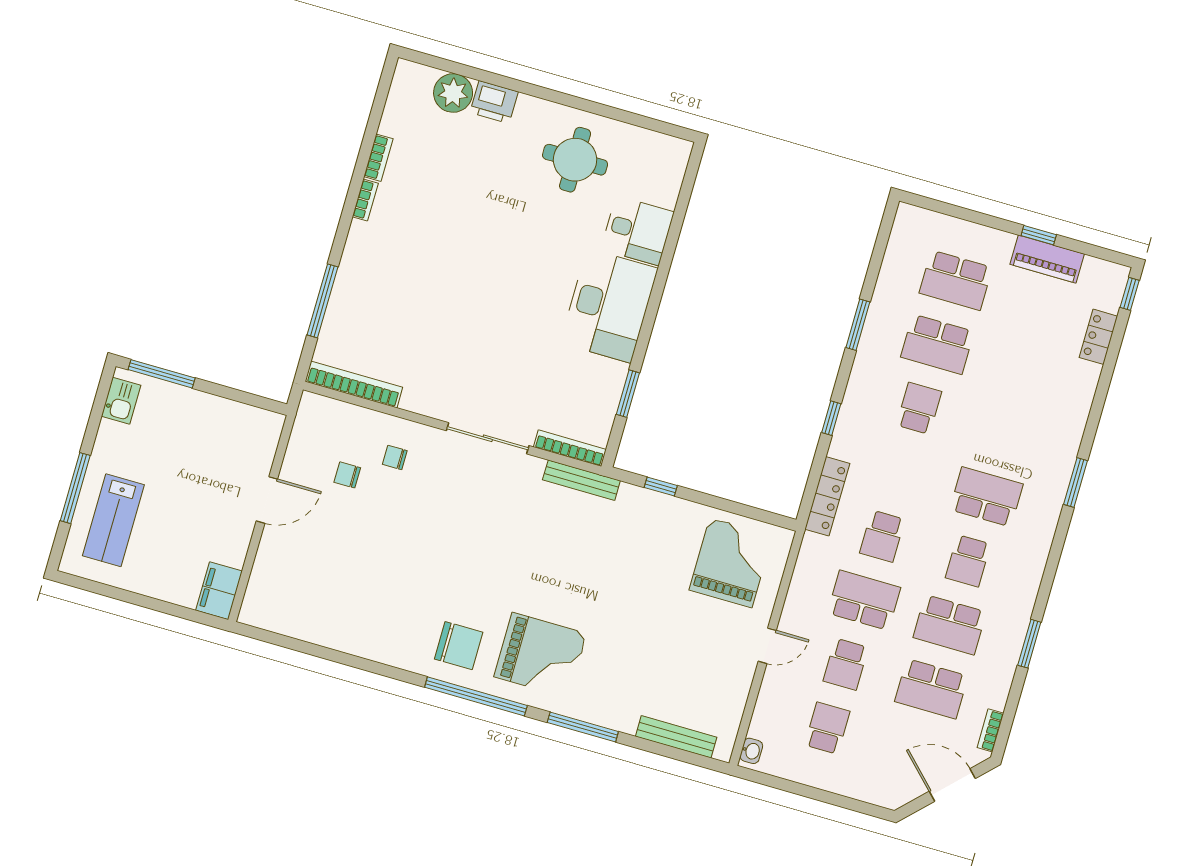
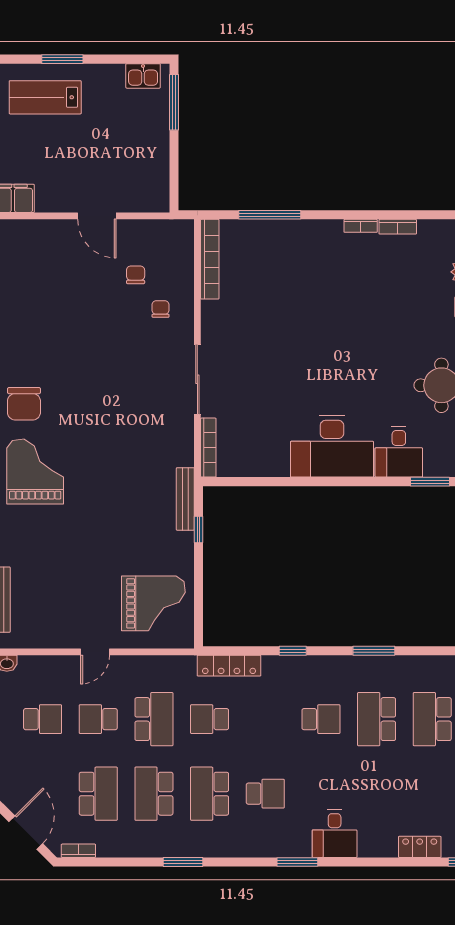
window: (628, 394) -> (430, 482), moved
desk: (1055, 430) -> (335, 834), added
bench: (581, 480) -> (185, 499), moved
window: (75, 488) -> (62, 59), width x0.69
school desk: (986, 497) -> (265, 794), width x0.54
school desk: (968, 561) -> (210, 794), width x1.85
window: (1029, 644) -> (183, 862), moved
door: (767, 646) -> (95, 652), hinge flipped
grand piano: (540, 655) -> (35, 472), turned 180
school desk: (931, 689) -> (98, 794), turned 180

